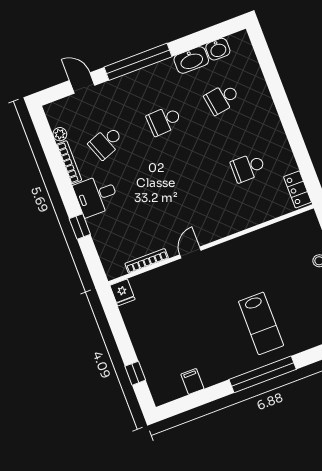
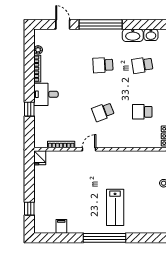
school desk: (106, 142) -> (103, 112), moved

